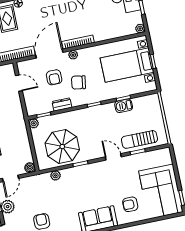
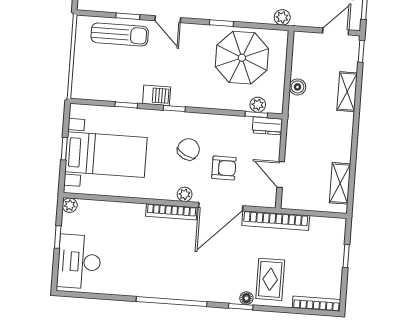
armchair: (54, 77) -> (224, 168), turned 90
chair: (79, 82) -> (188, 149), turned -72
dresser: (62, 104) -> (267, 126), moved
barbecue: (124, 106) -> (157, 95), moved
plant: (34, 123) -> (258, 105), moved
boiler: (30, 168) -> (298, 87), moved
plant: (55, 175) -> (282, 17), moved

